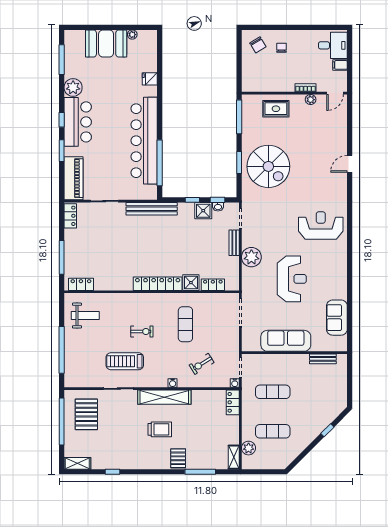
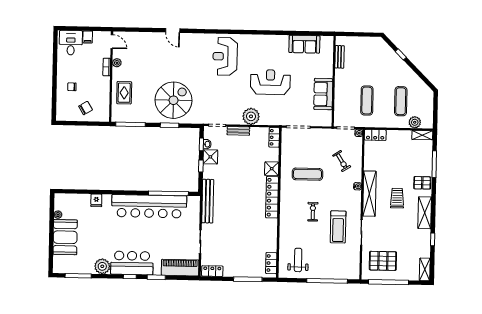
chair: (258, 45) -> (86, 108), moved
locker: (213, 285) -> (274, 137), moved
sofa: (286, 341) -> (323, 94), width x0.73
shelving: (143, 462) -> (425, 213), added

